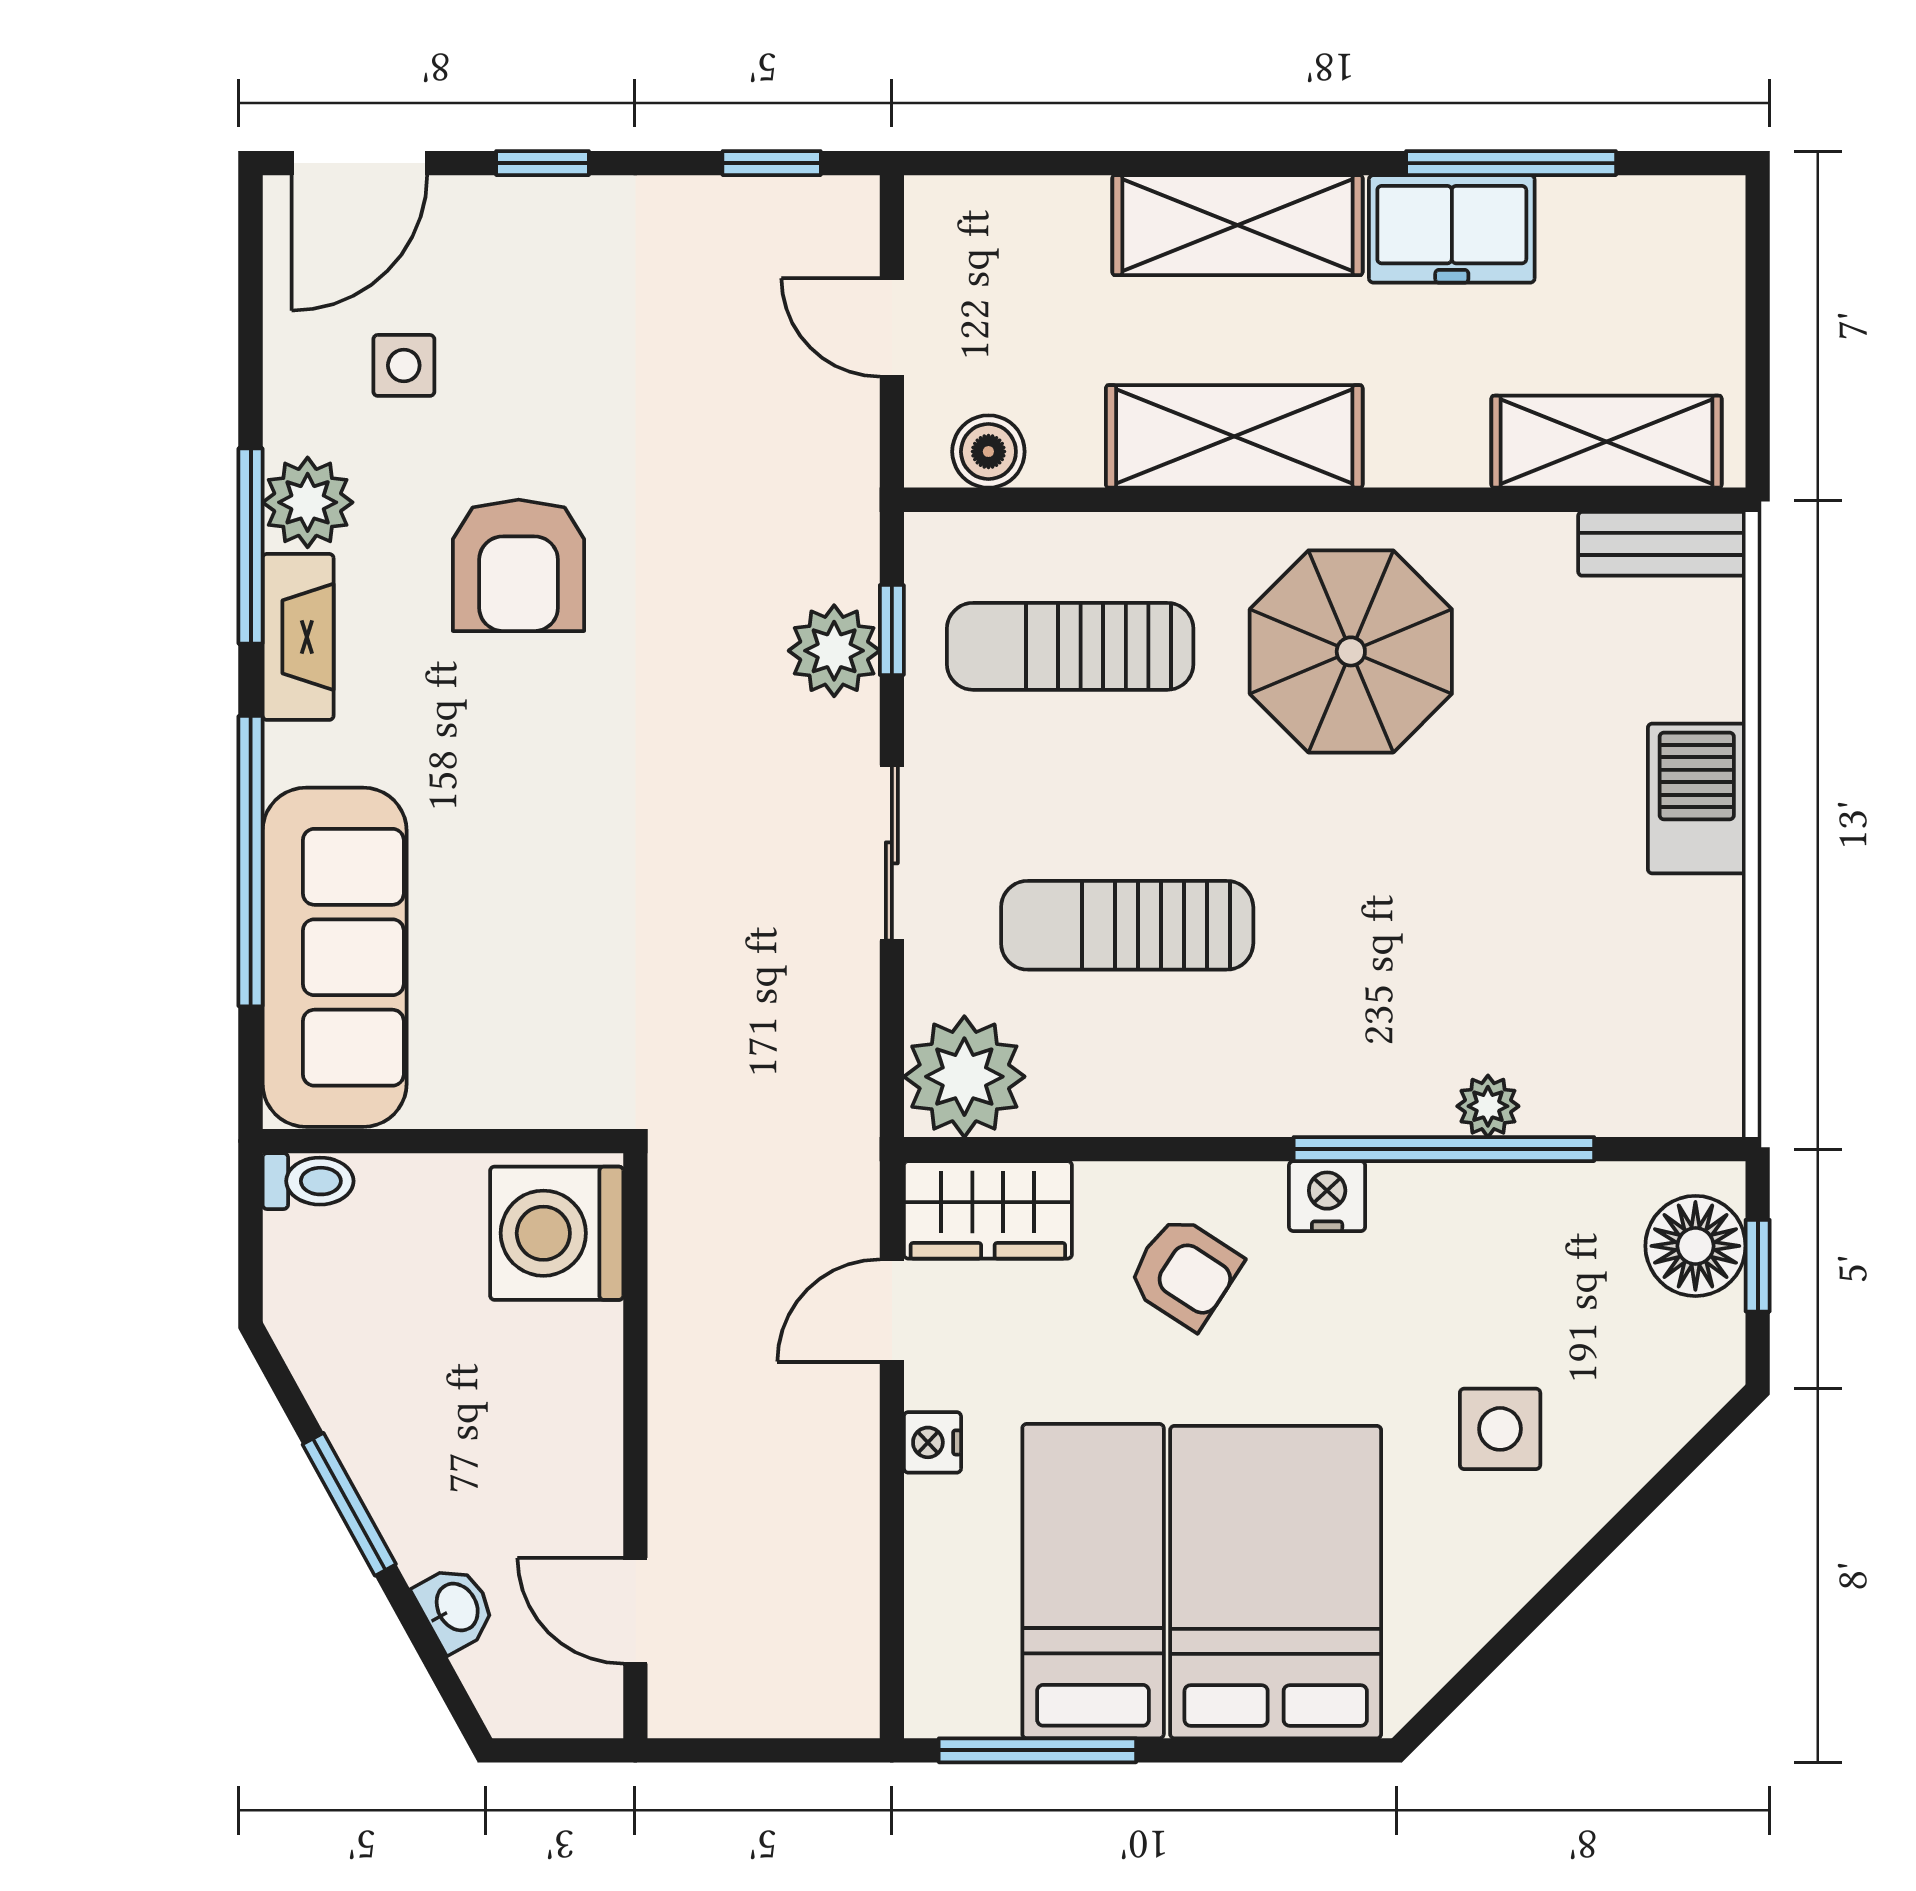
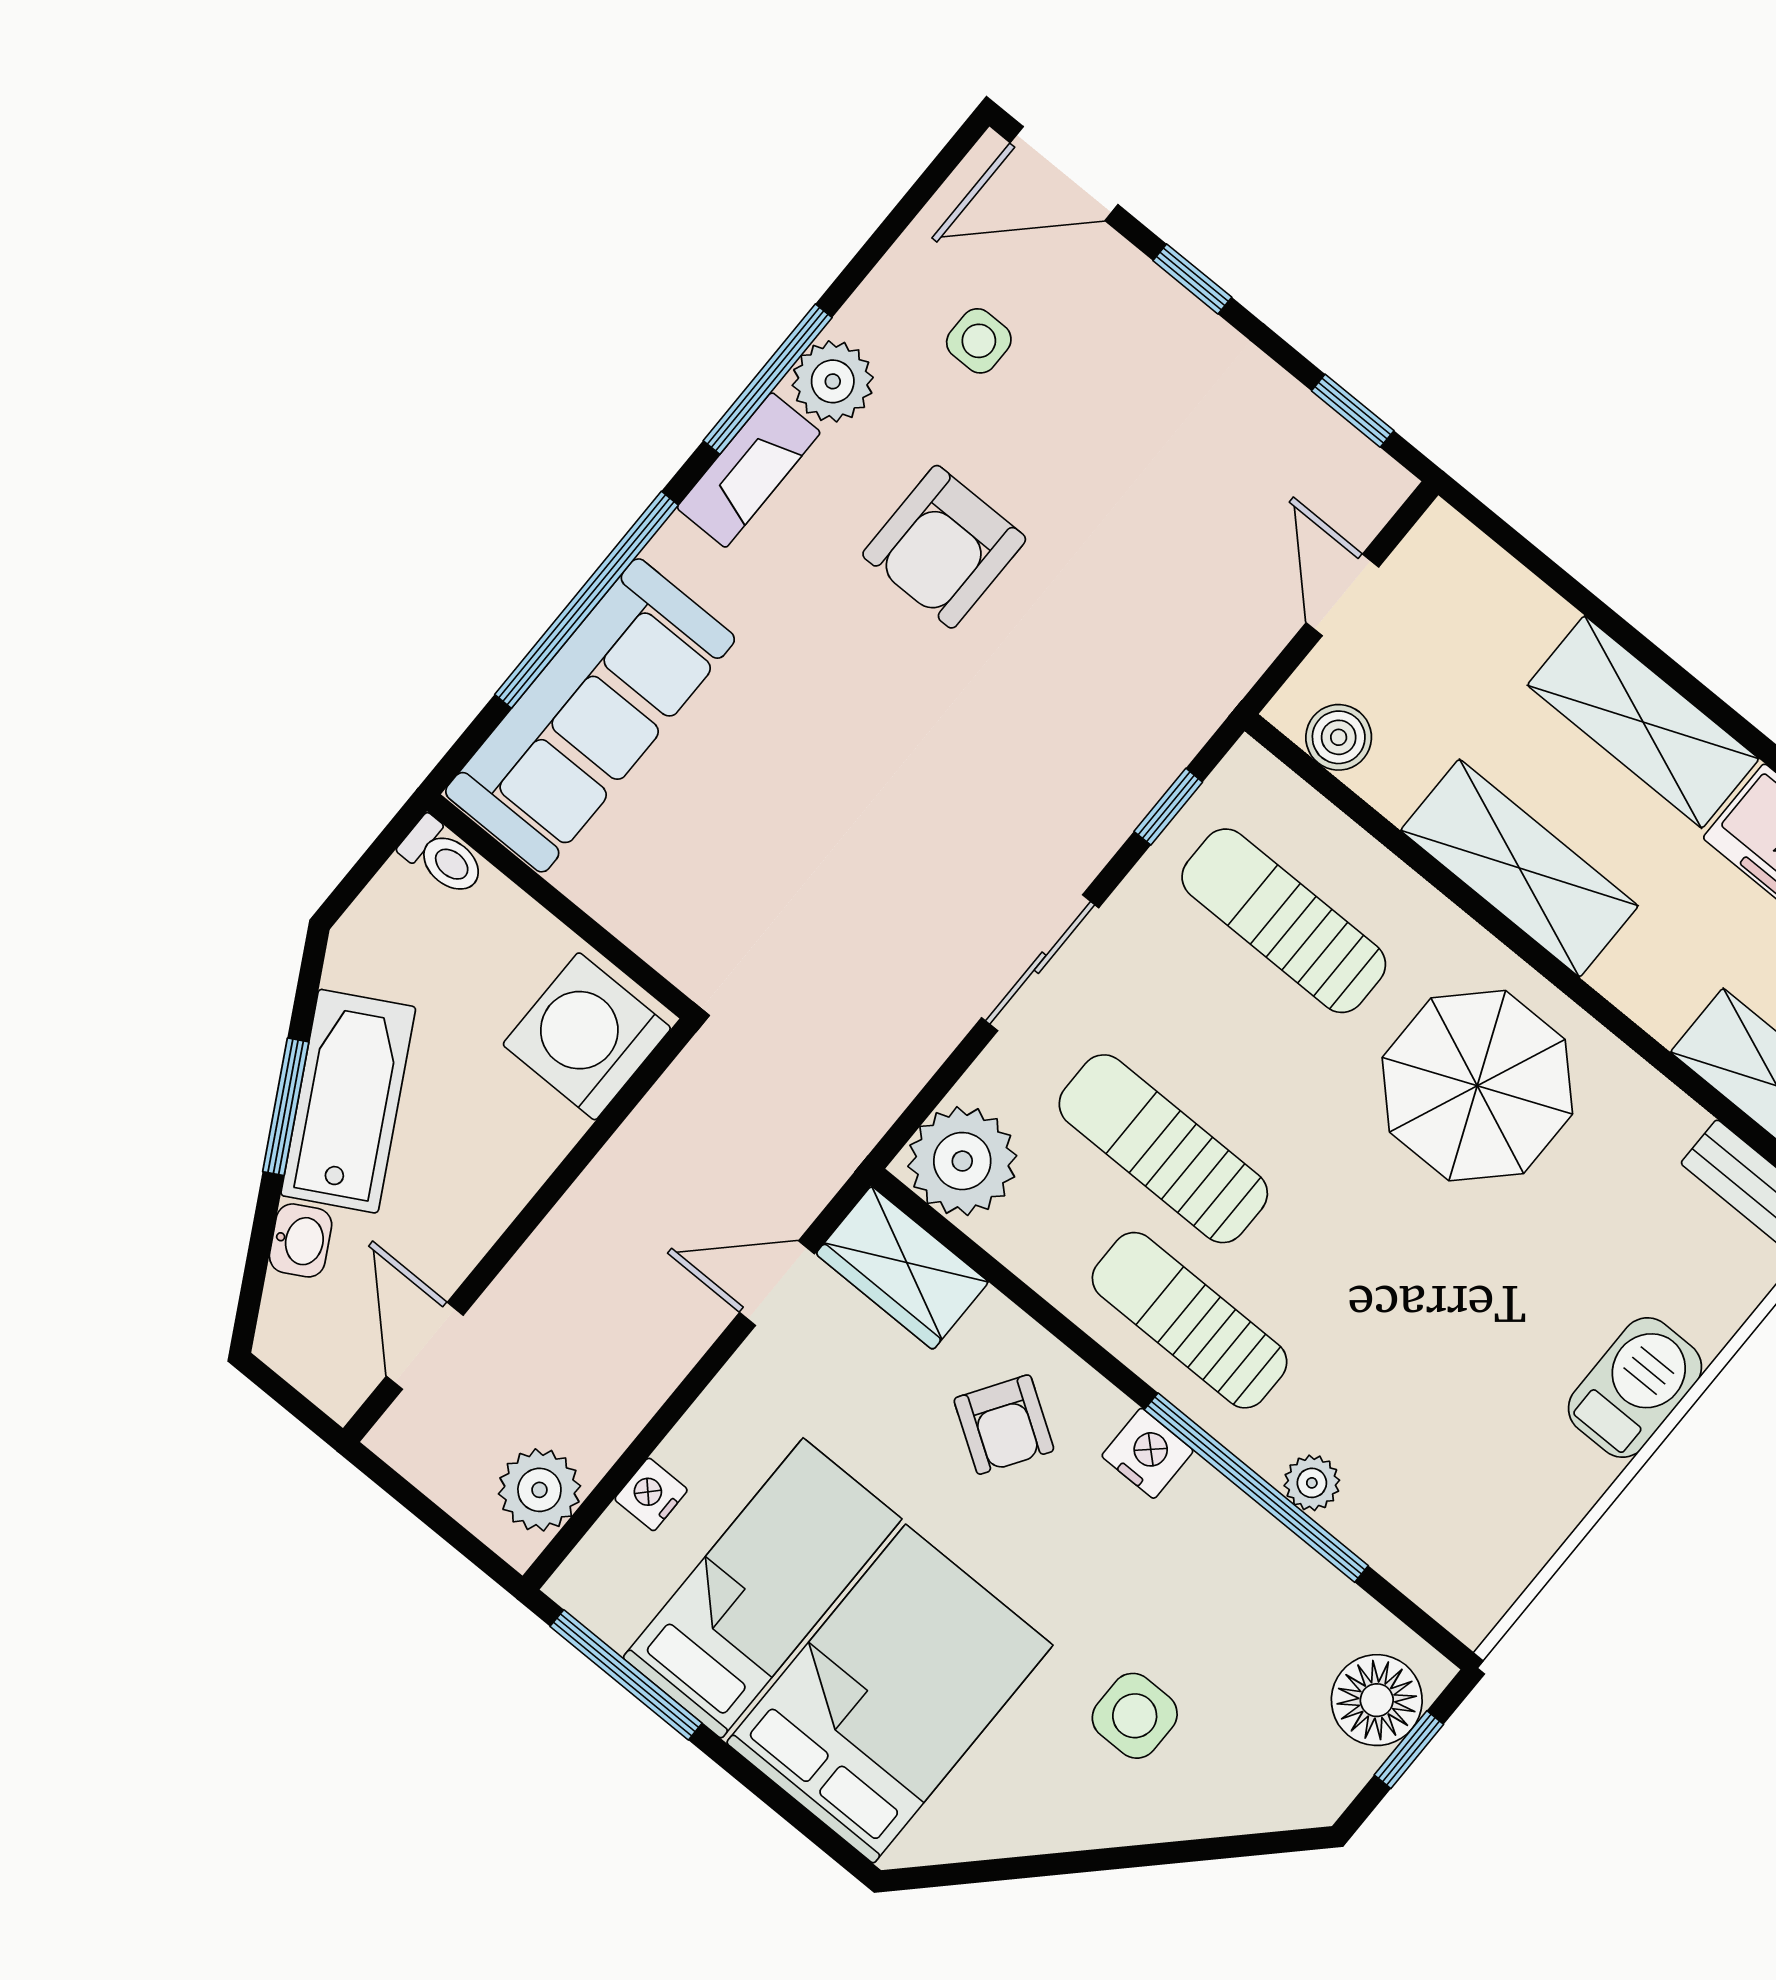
plant: (834, 651) -> (539, 1490), moved
sun lounger: (1270, 1053) -> (1190, 1320), added
nightstand: (932, 1442) -> (651, 1494), moved
bathtub: (399, 1456) -> (348, 1101), added

